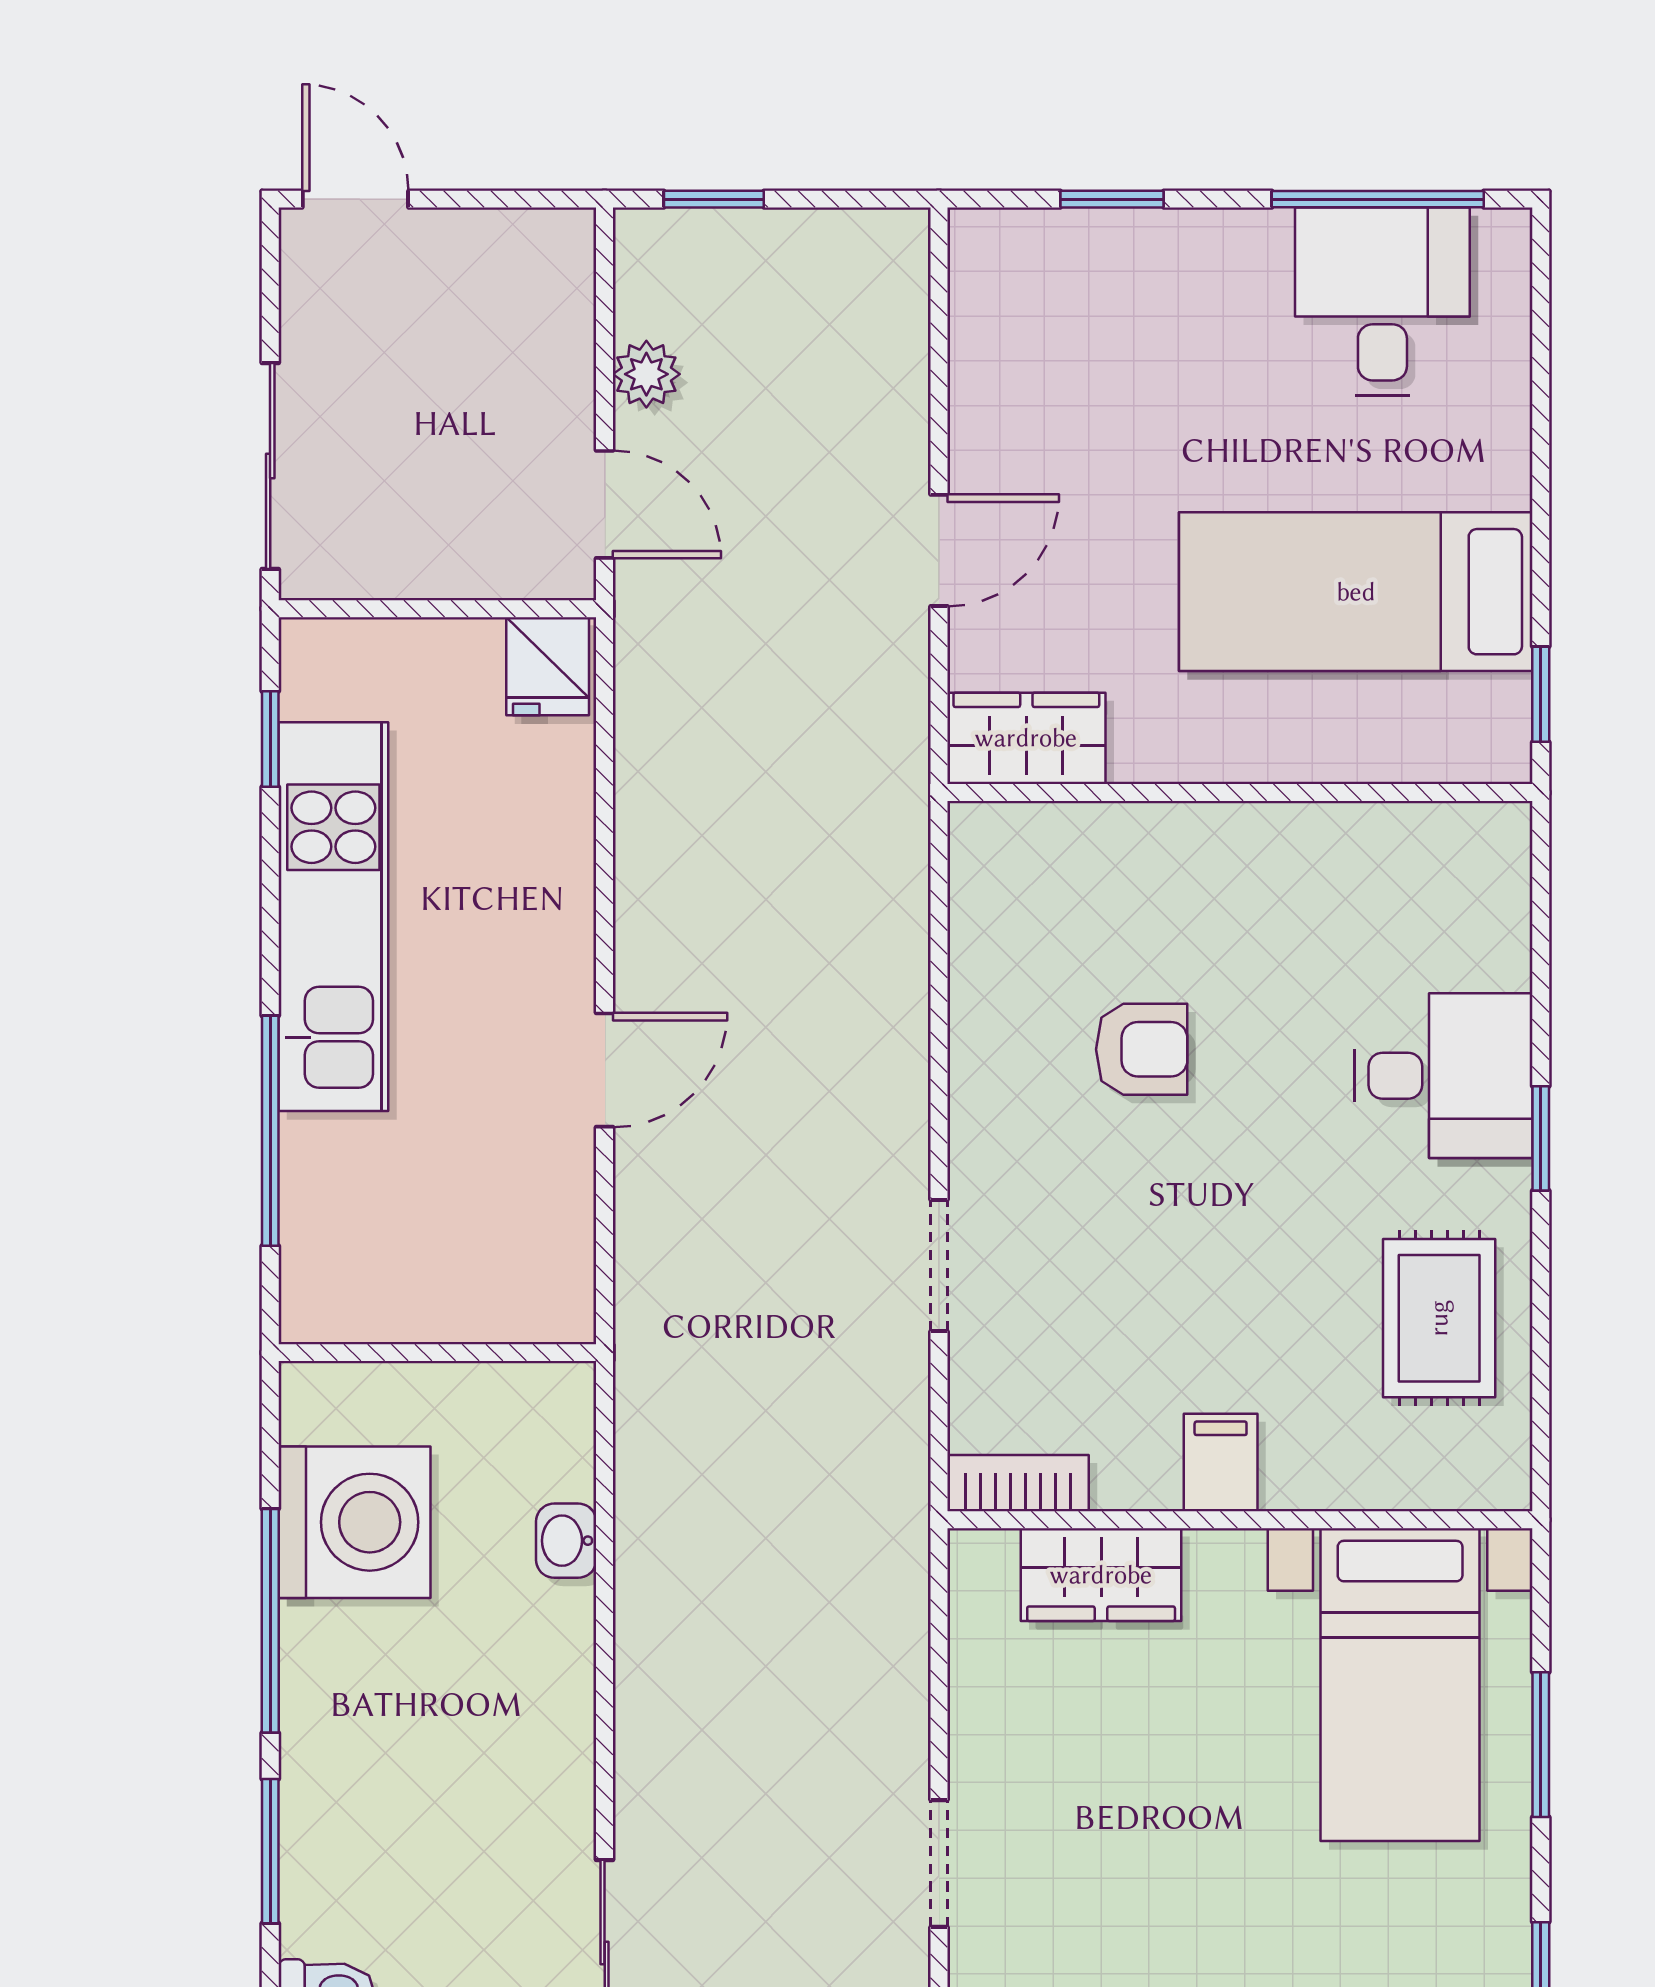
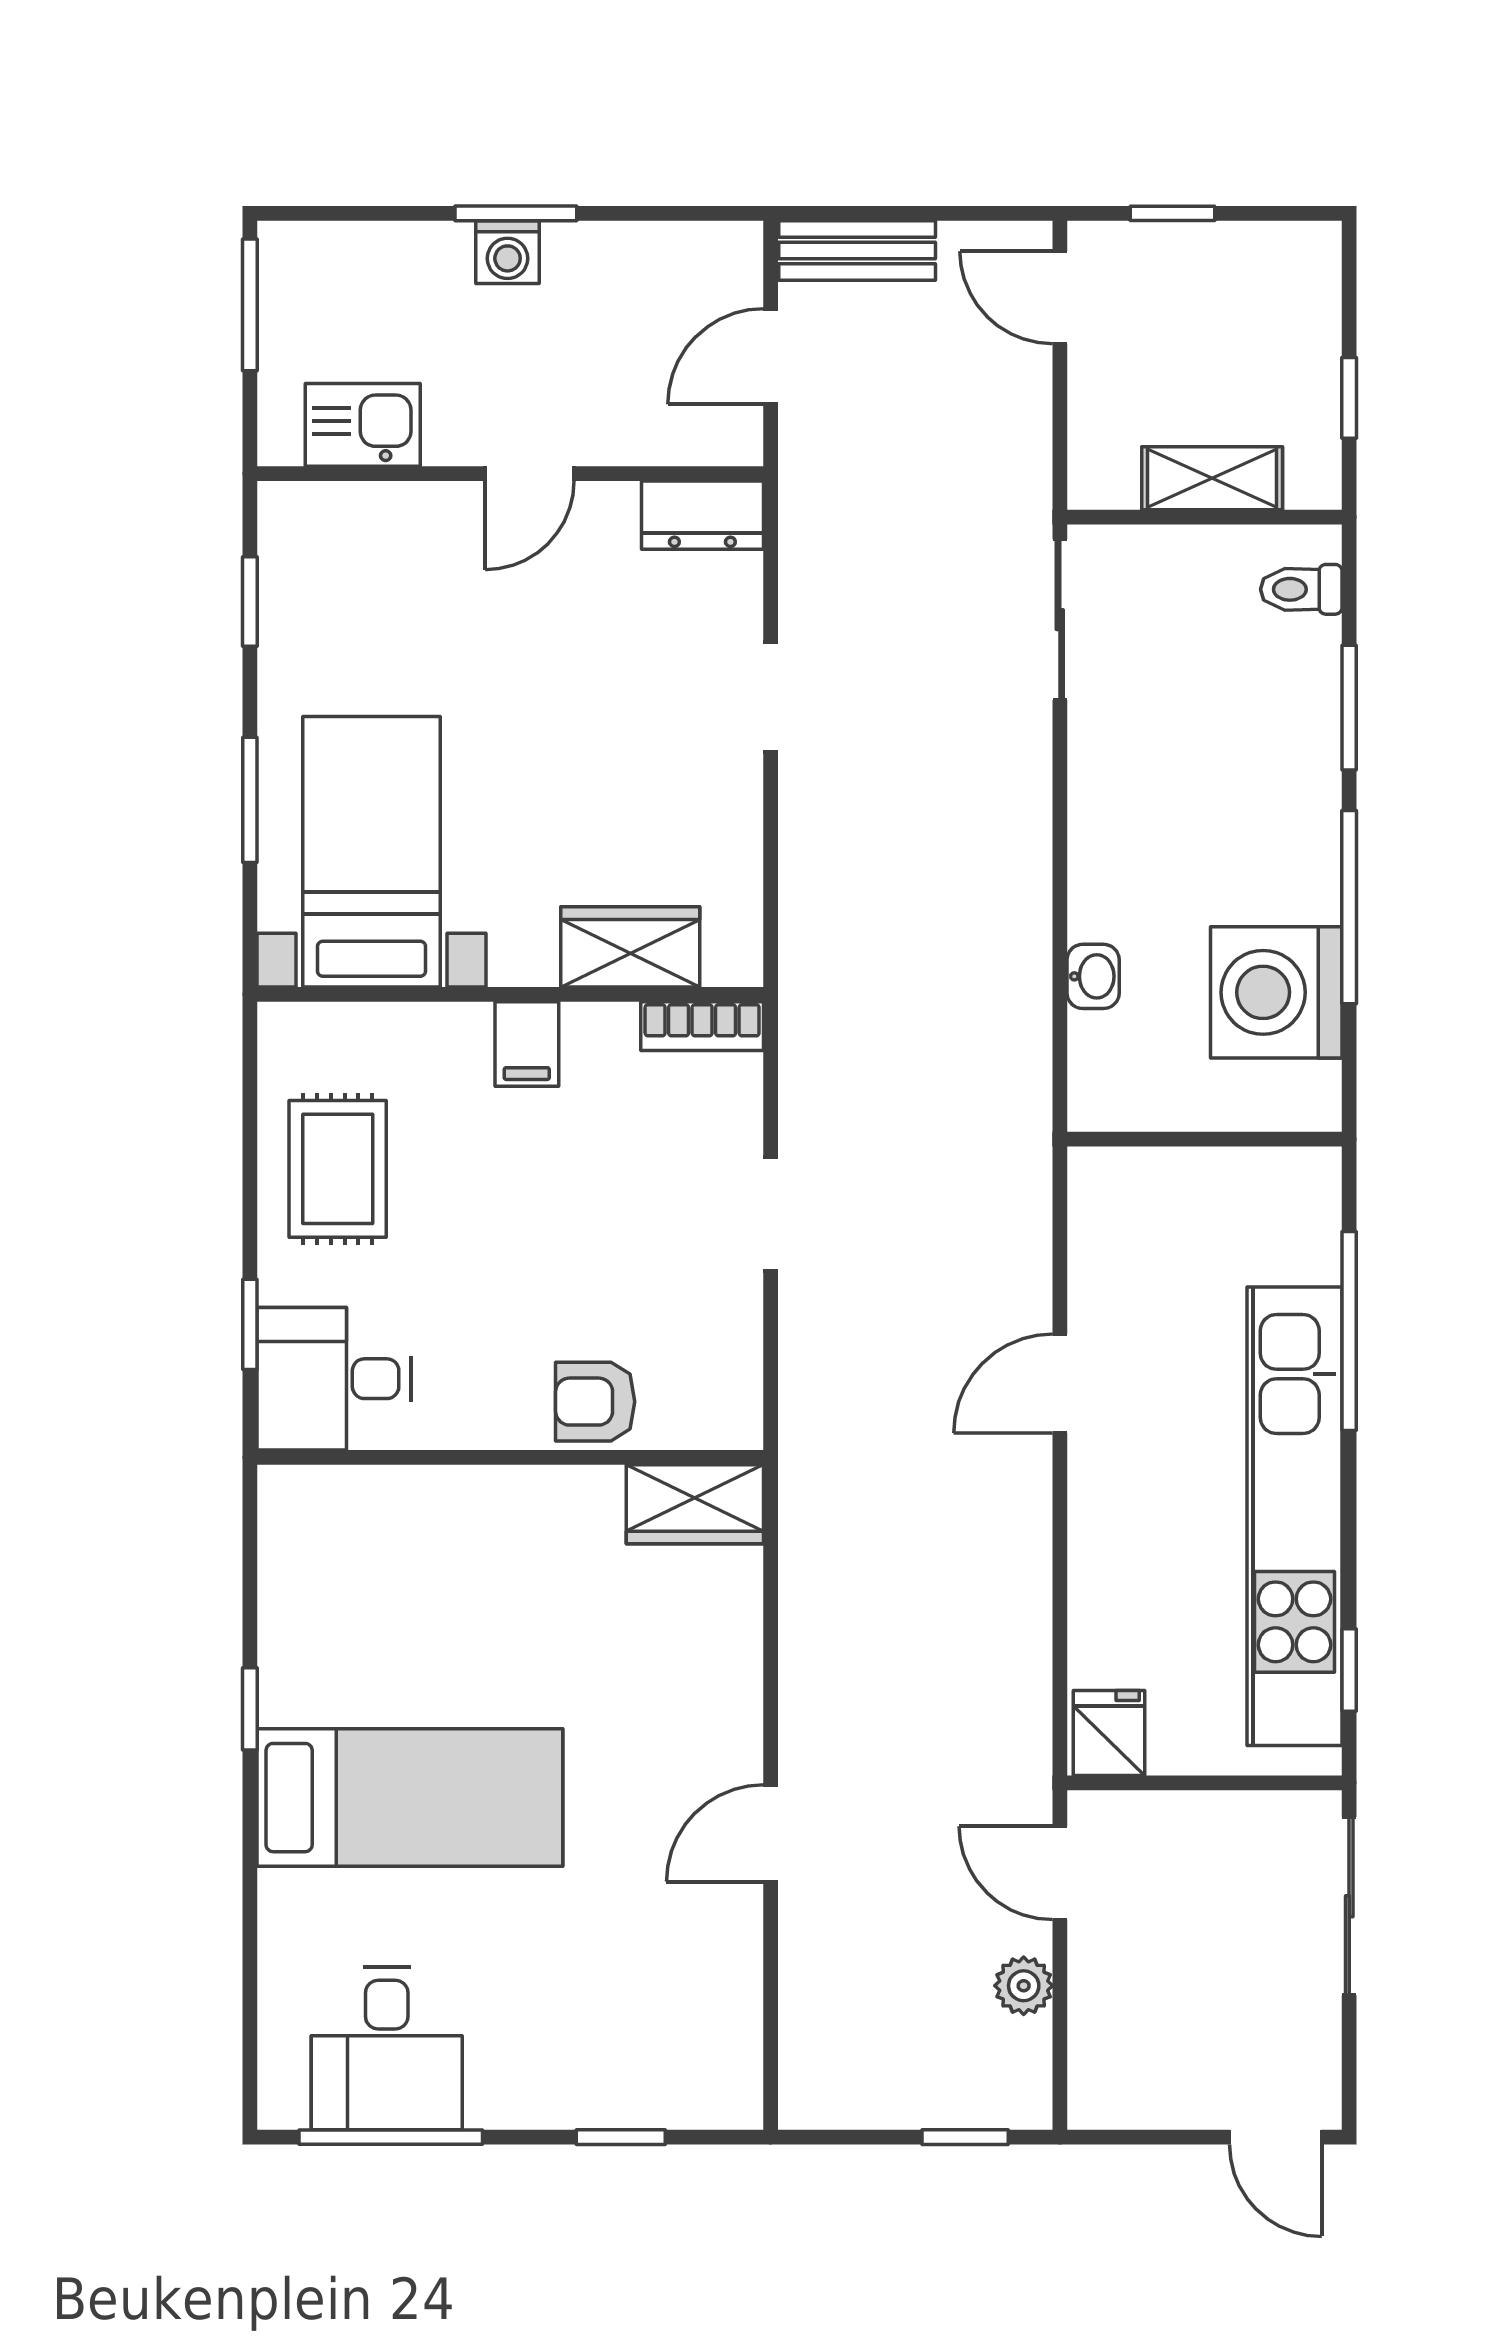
wardrobe: (1026, 738) -> (695, 1504), moved
wall: (1240, 793) -> (510, 1457), moved
kitchen unit: (333, 917) -> (1294, 1516), width x1.36

